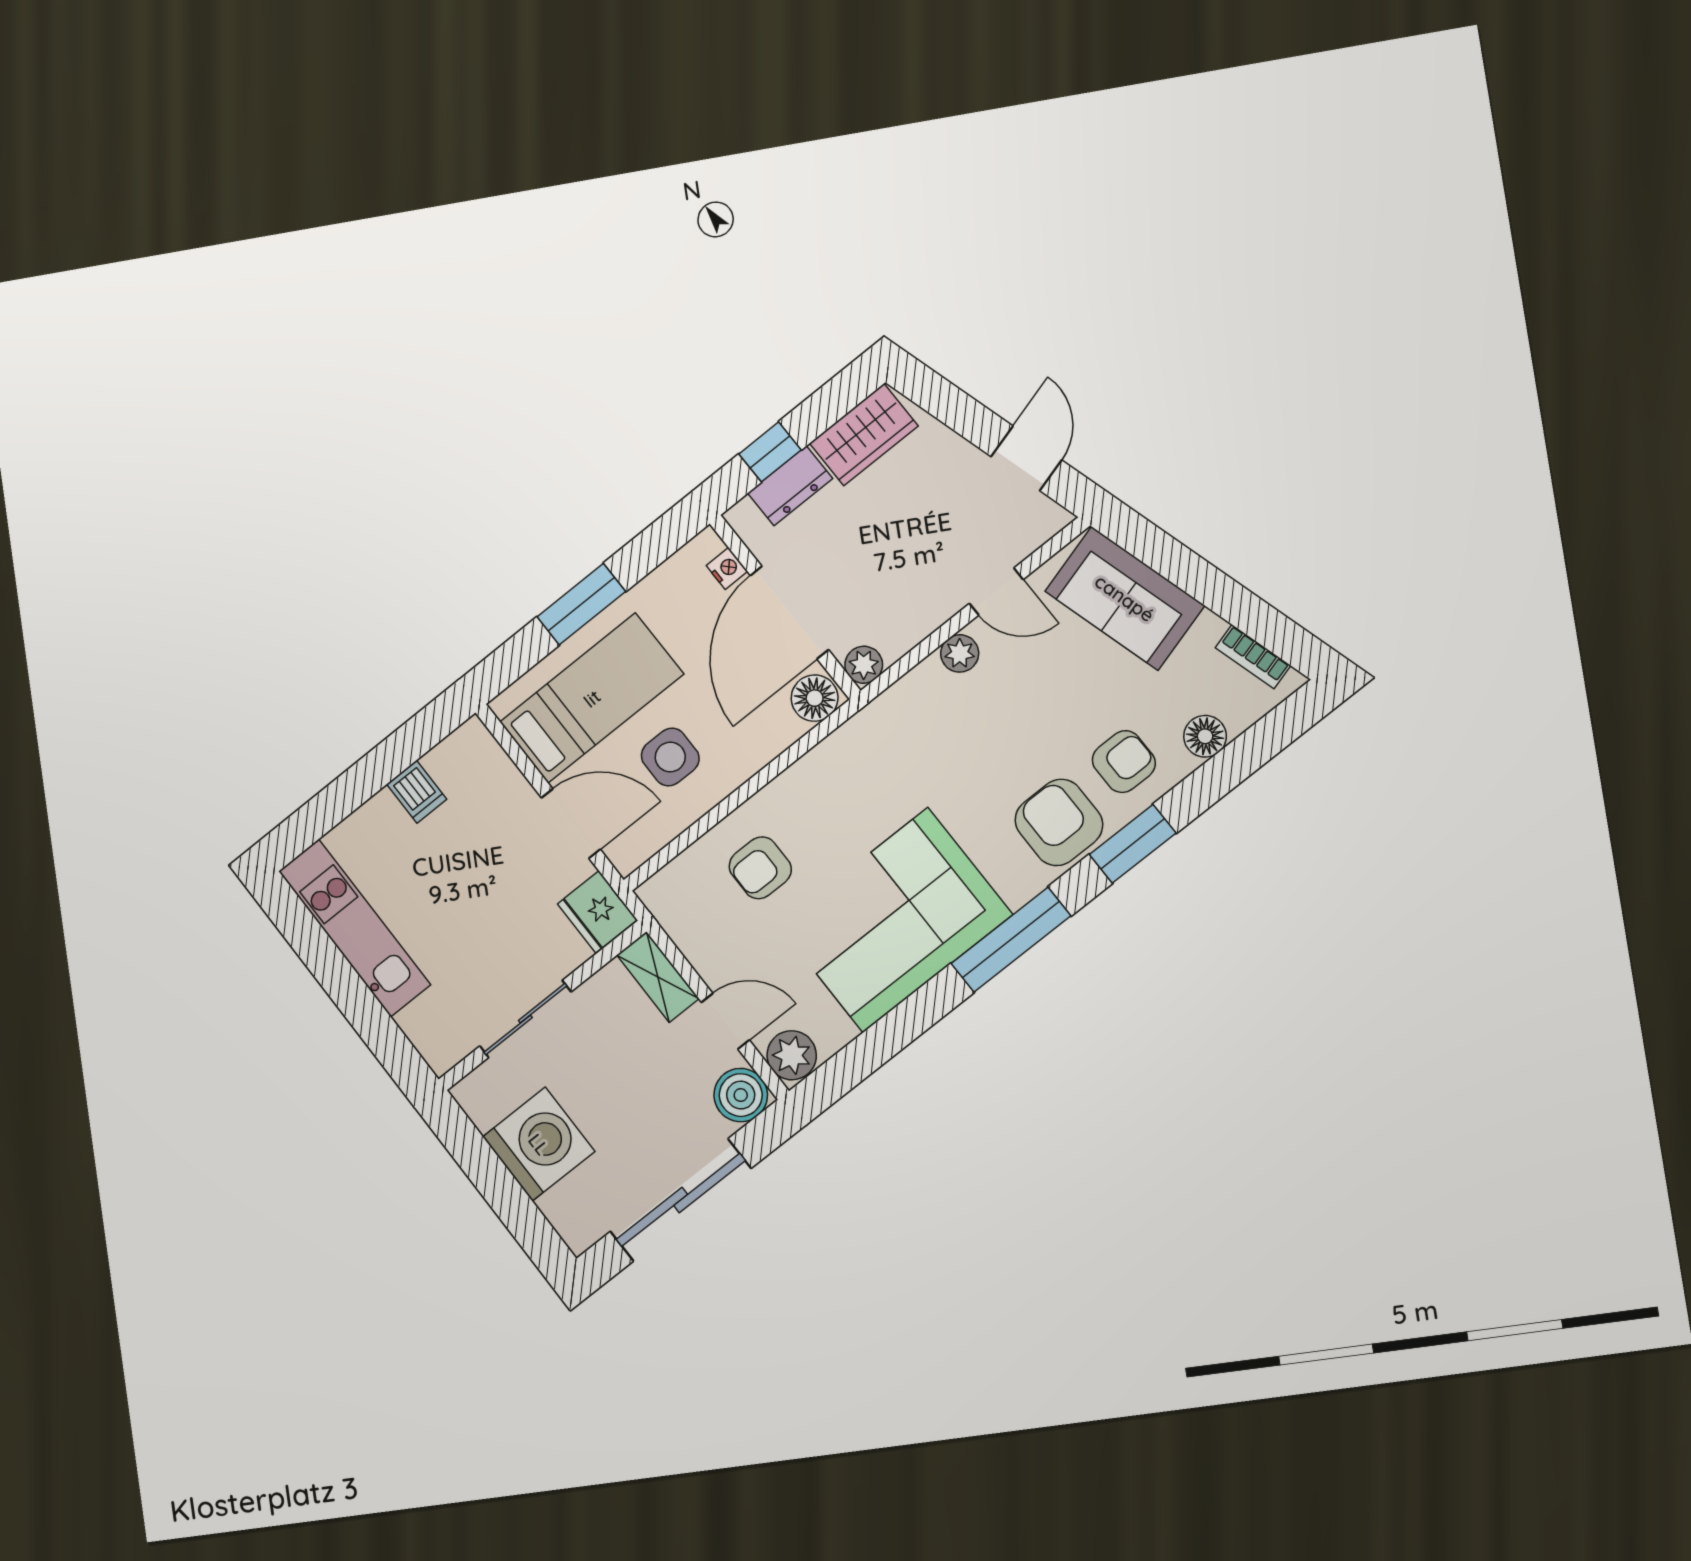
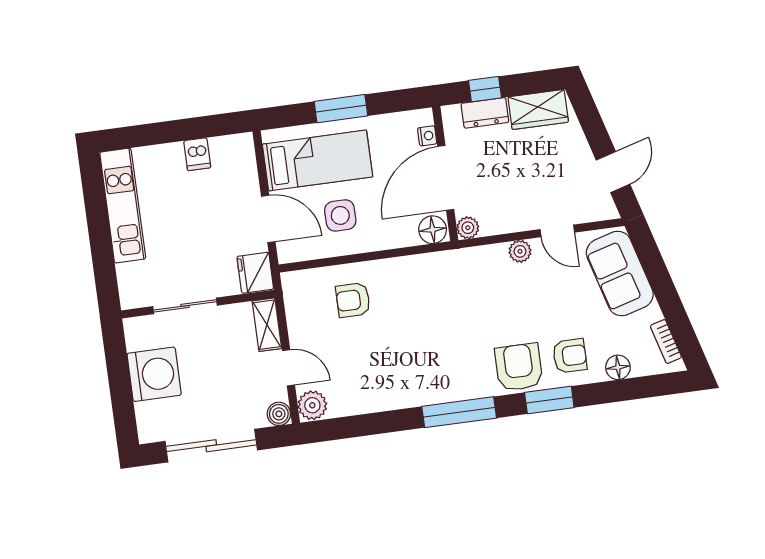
corner sofa: (895, 920) -> (406, 368), removed
boiler: (741, 1095) -> (279, 414), width x0.73, depth x0.73

